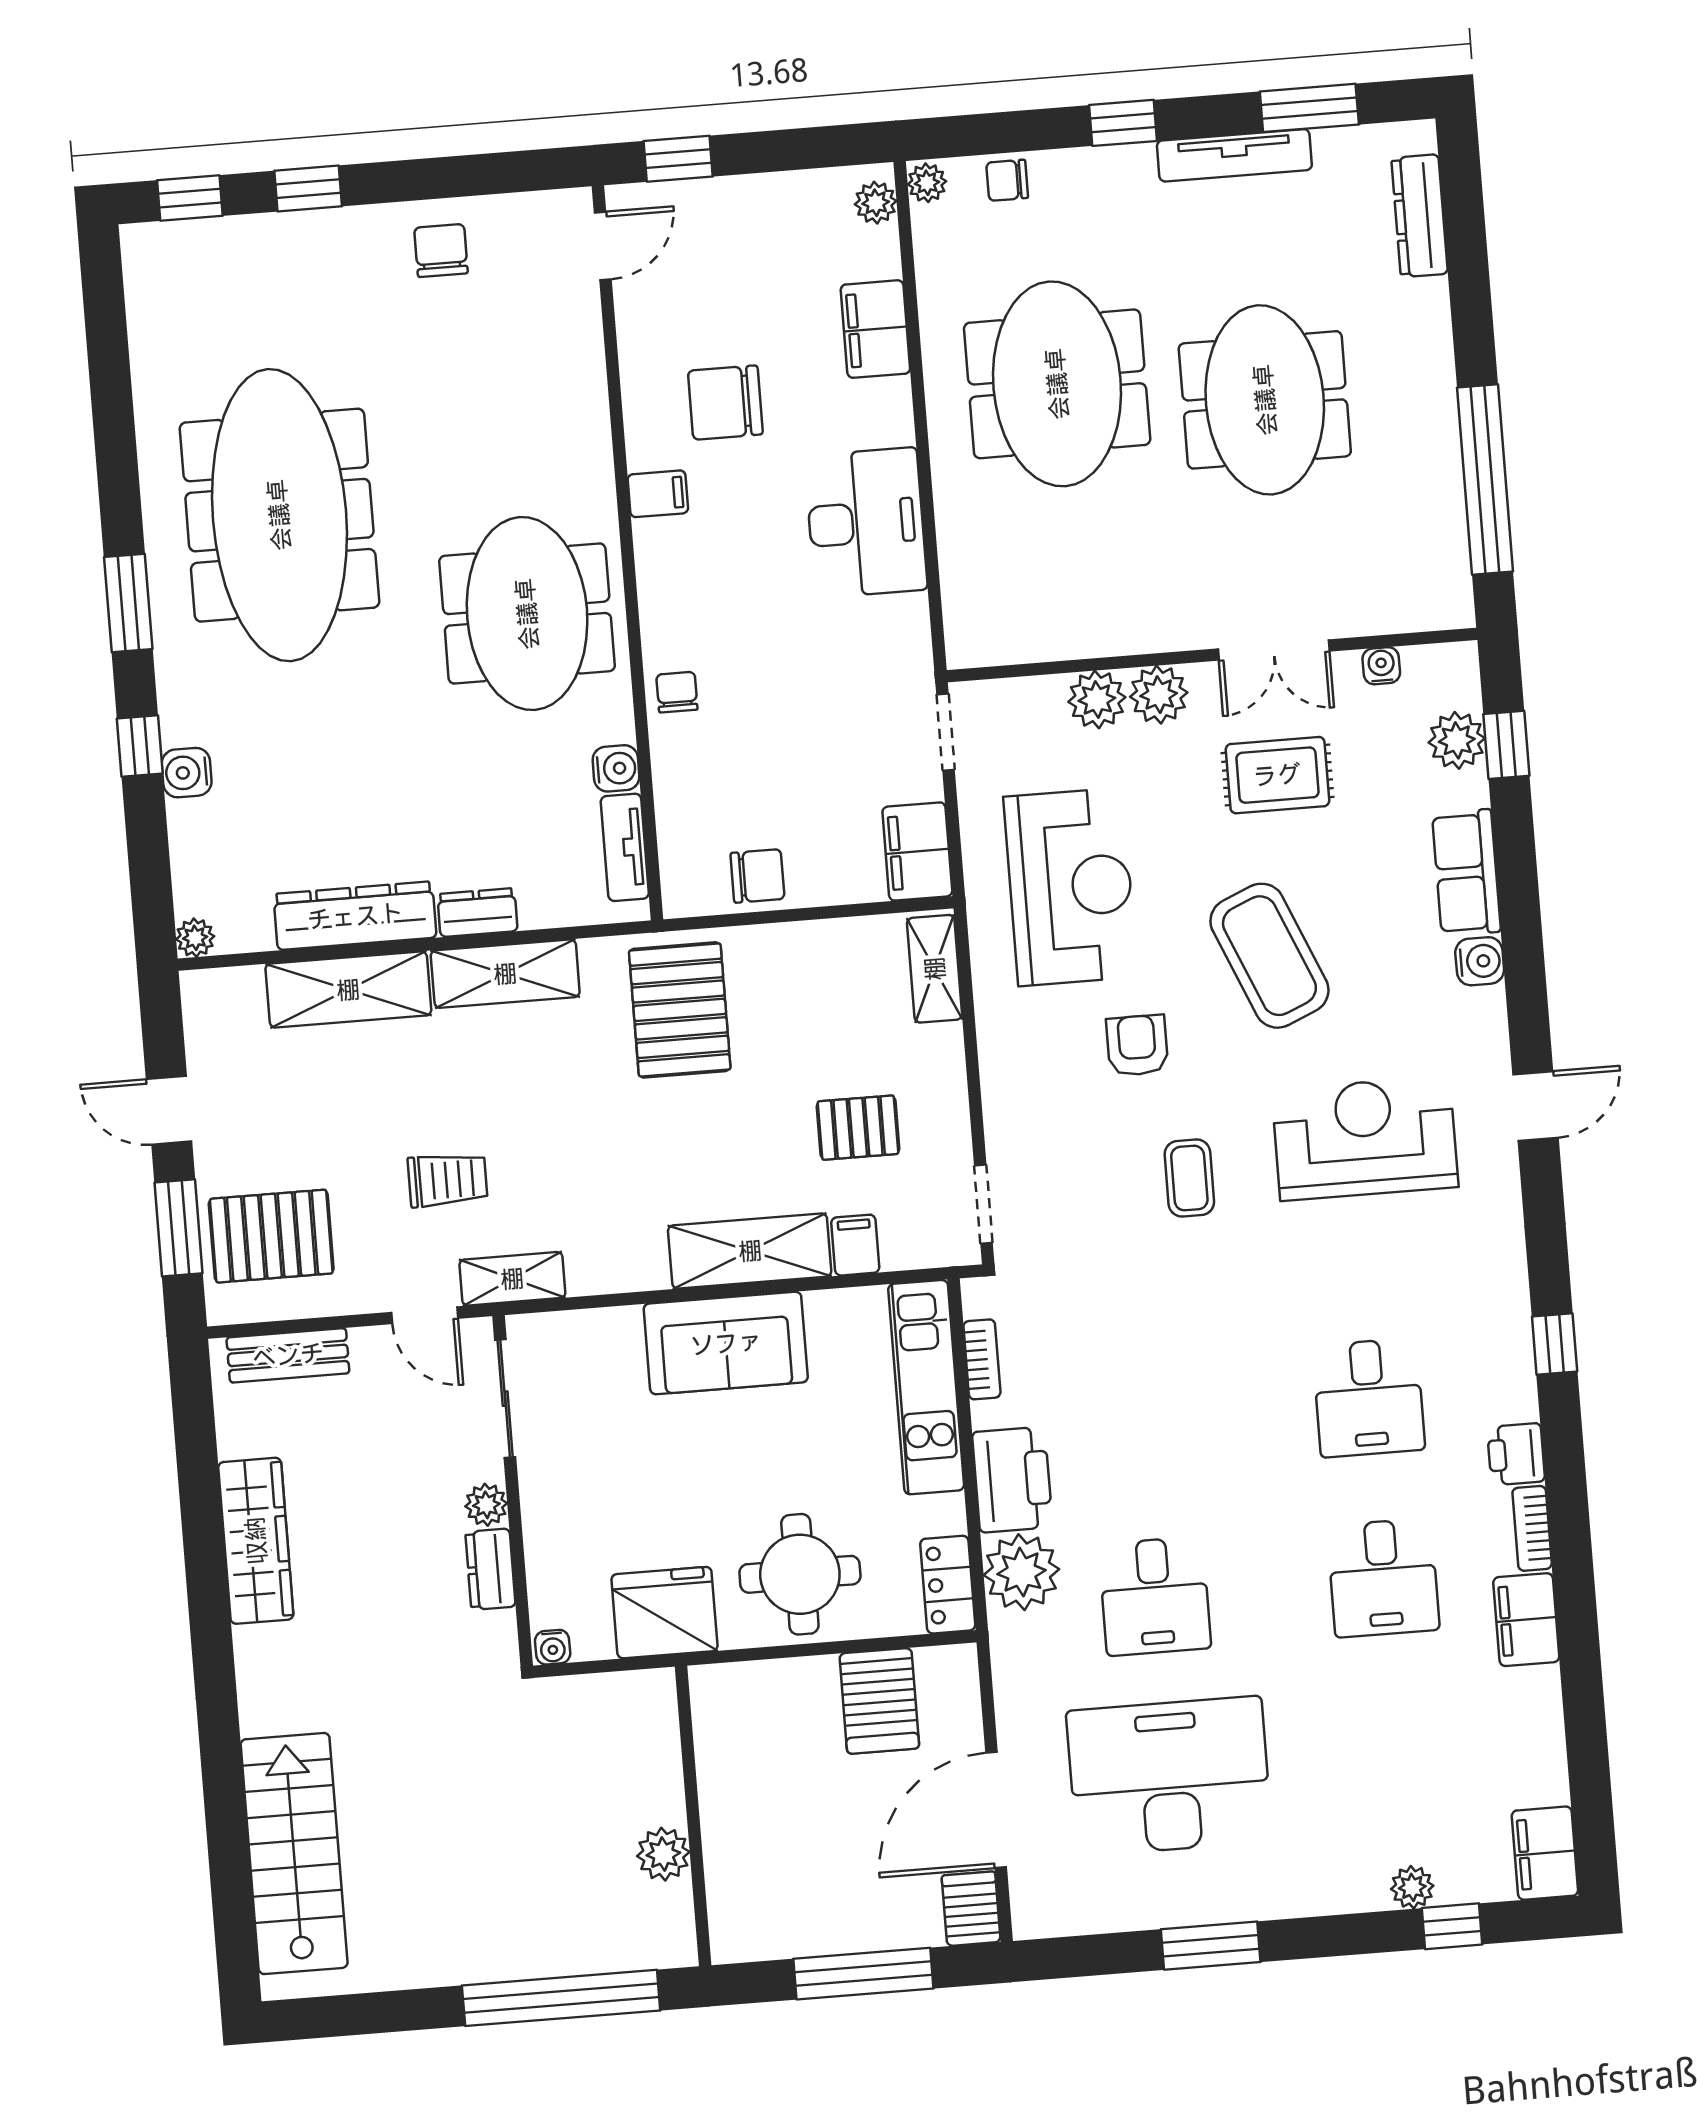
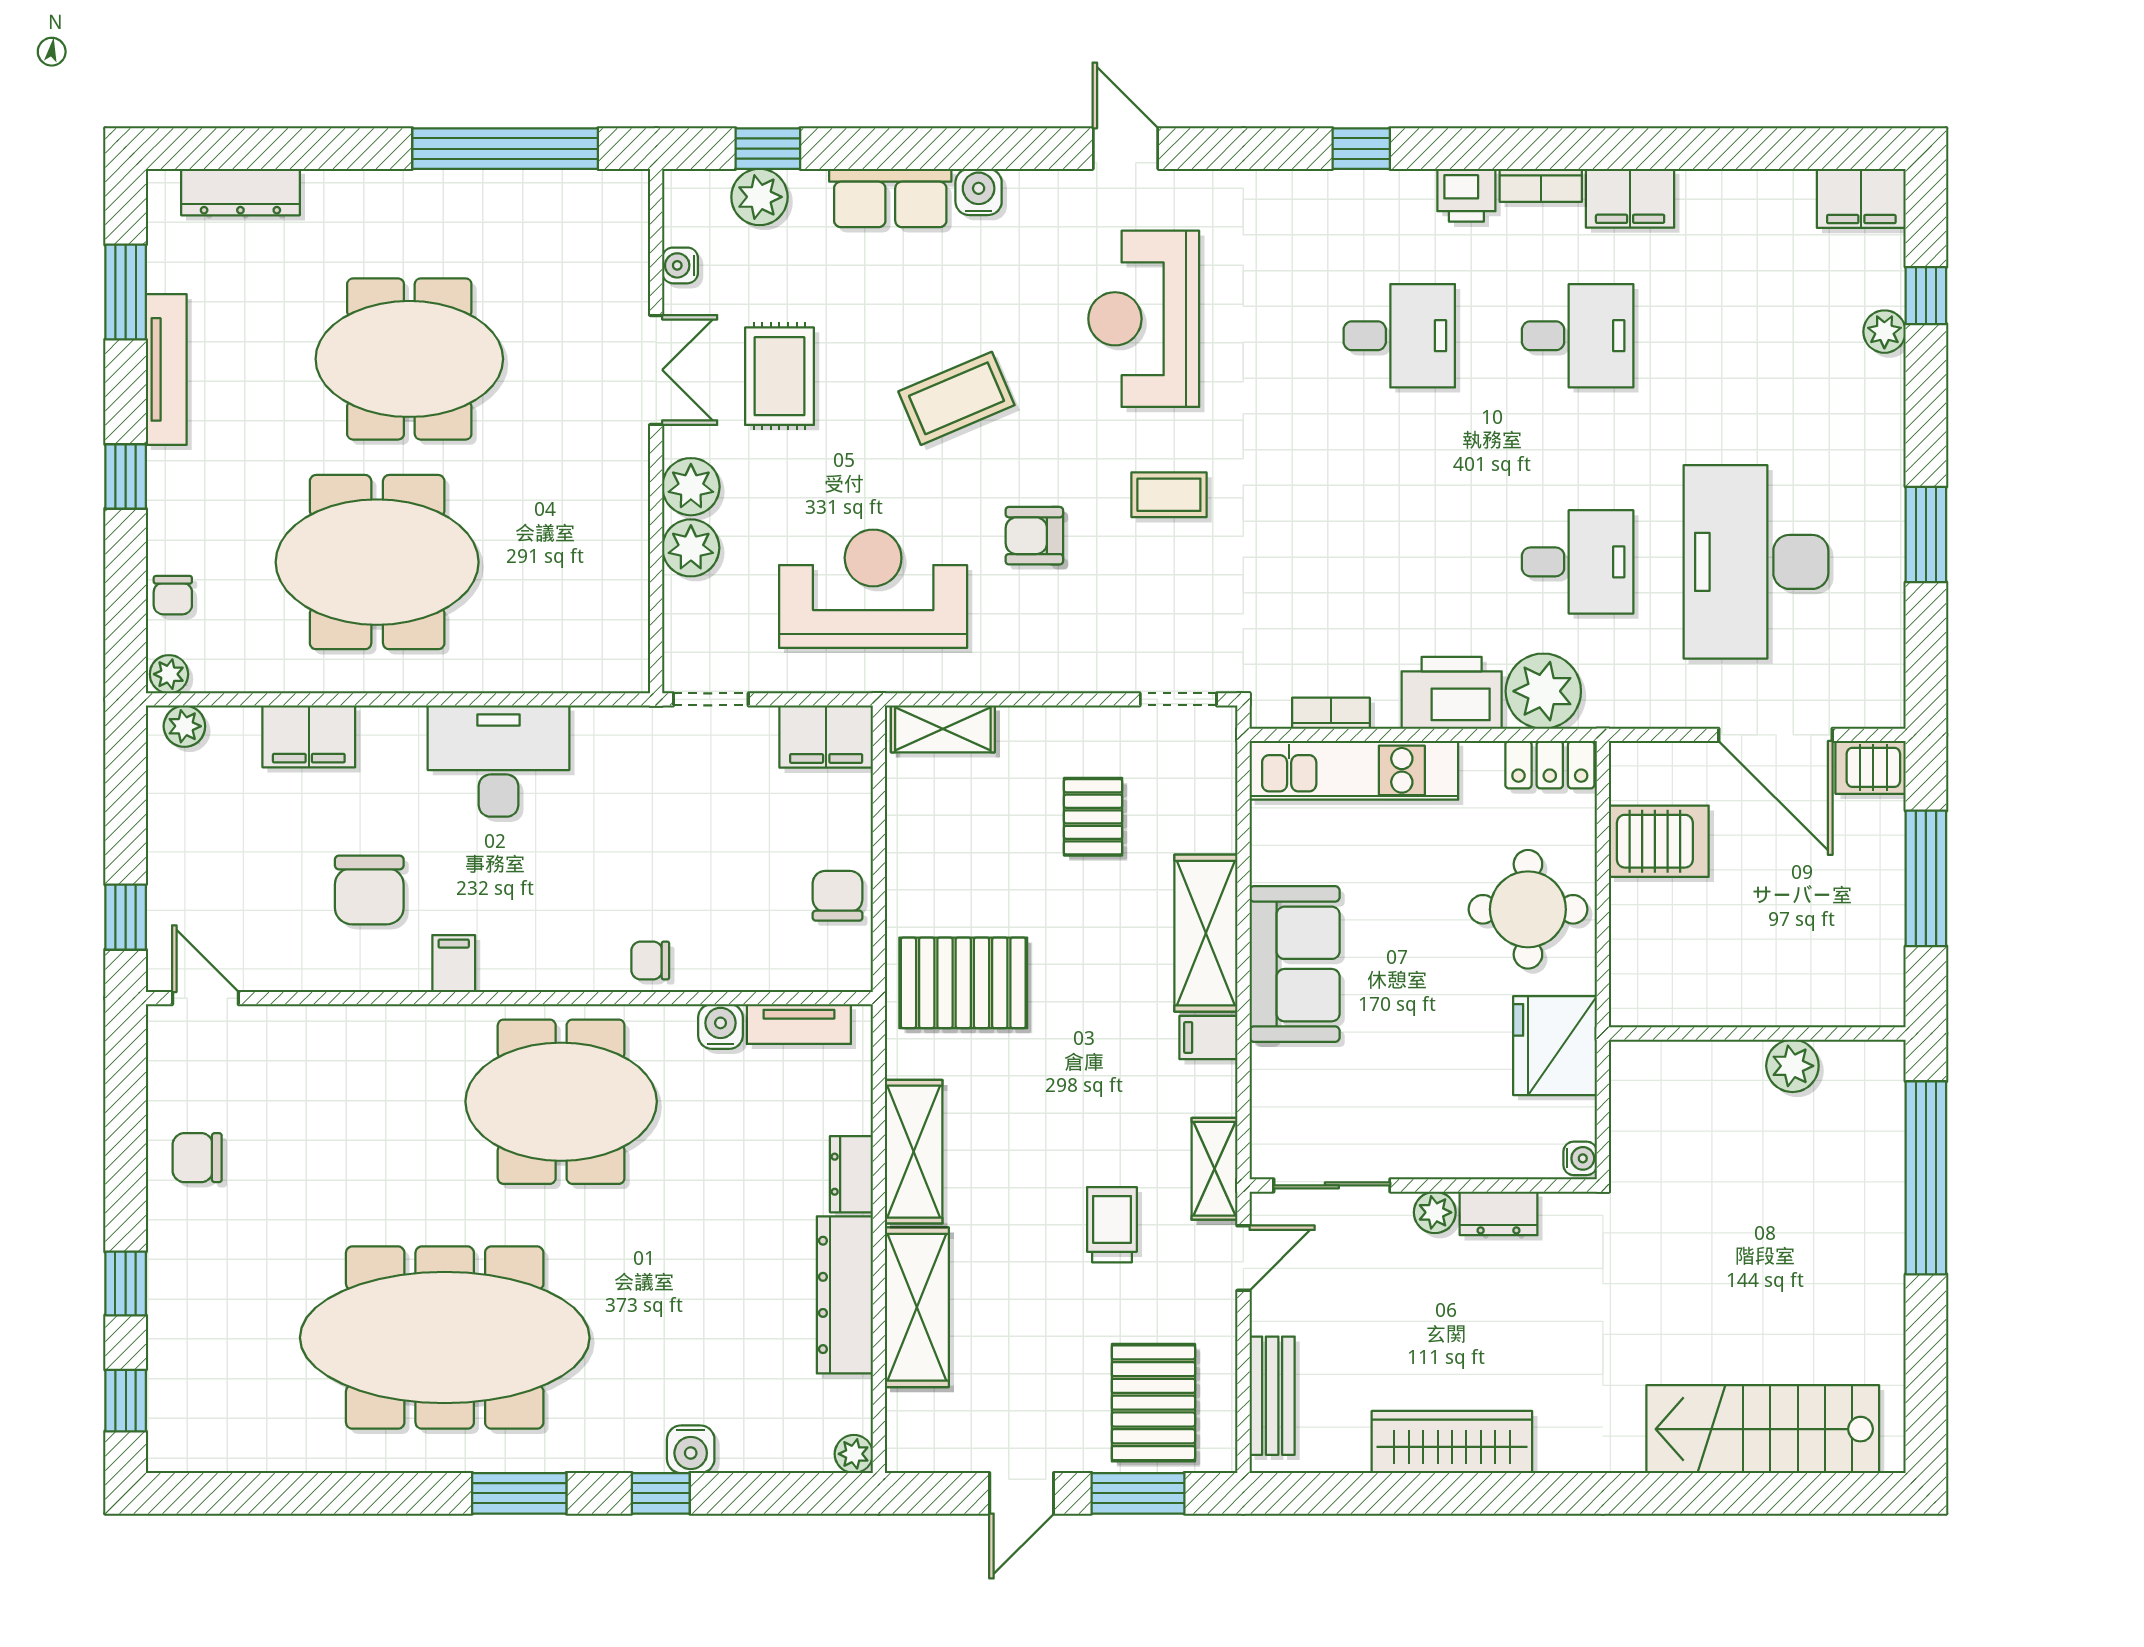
coffee table: (1269, 956) -> (956, 398), width x0.73, depth x0.76
filing cabinet: (855, 1245) -> (1208, 1037), moved

